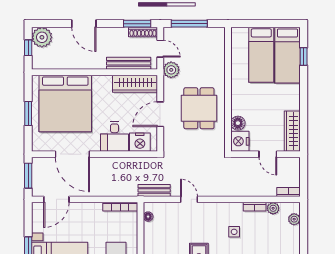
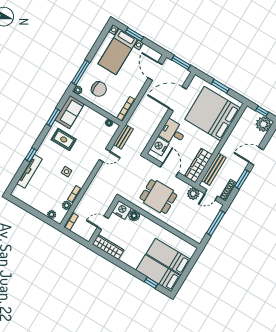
window: (137, 24) -> (242, 179), moved

